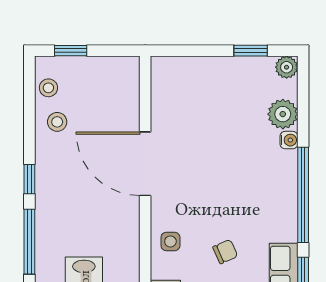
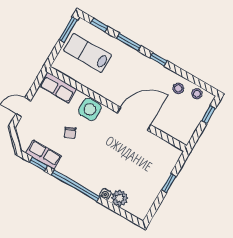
window: (251, 51) -> (169, 183), moved
plant: (287, 67) -> (141, 213), removed
side table: (170, 241) -> (90, 109), width x1.87, depth x1.87
window: (29, 242) -> (129, 42), width x0.69

